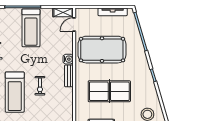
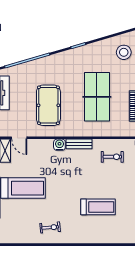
pool table: (102, 50) -> (48, 105), width x0.73, depth x0.76
exercise bike: (40, 86) -> (112, 157), moved
treadmill: (15, 92) -> (98, 207), width x0.73, depth x0.73

